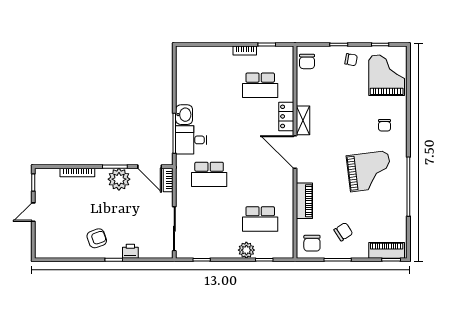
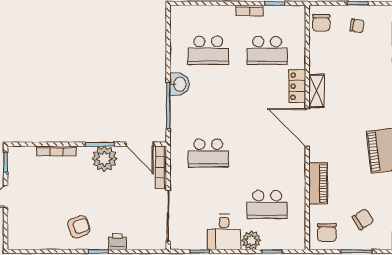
chair: (351, 60) -> (357, 26), moved
school desk: (209, 85) -> (208, 50), added
desk: (191, 140) -> (224, 232), moved, turned -90
bookcase: (168, 180) -> (161, 167), width x1.56

